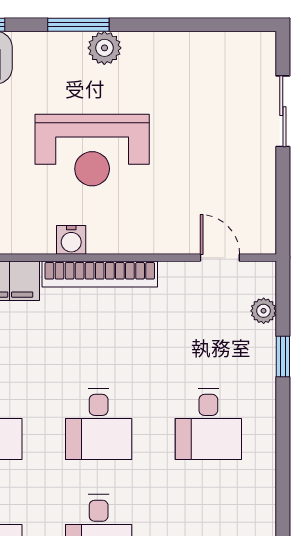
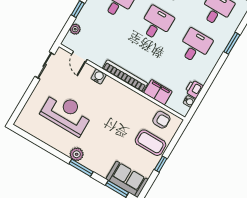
sliding door: (283, 111) -> (45, 65), moved
reception desk: (92, 150) -> (67, 113), moved
water cooler: (71, 240) -> (99, 77), moved

